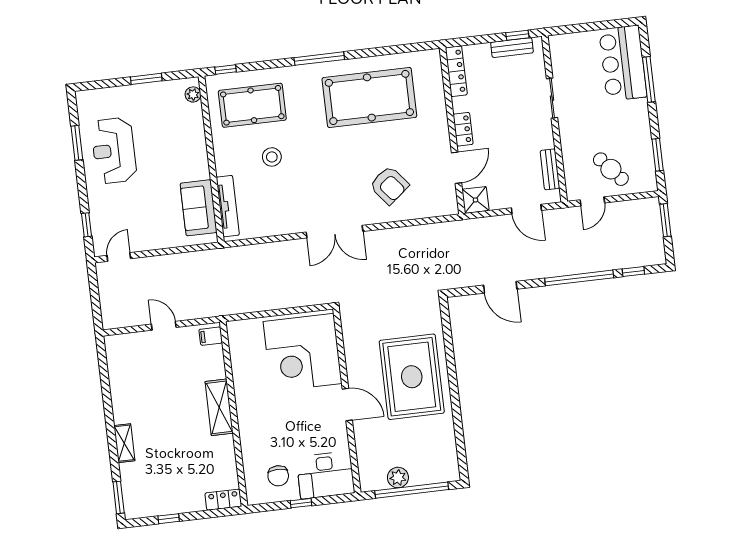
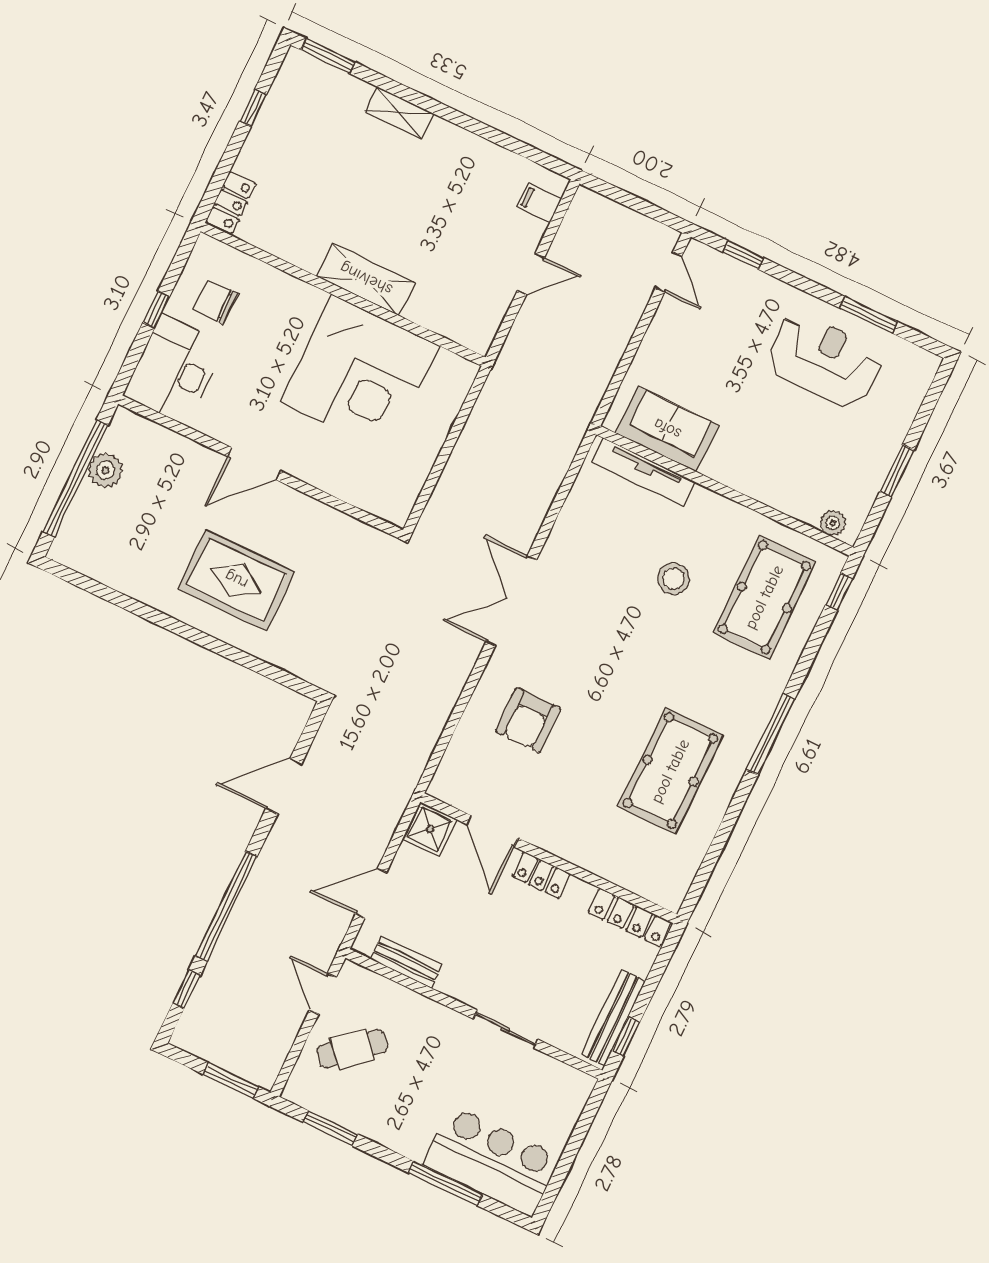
bench: (512, 48) -> (613, 1018), width x1.36
pool table: (369, 97) -> (670, 771), width x0.73, depth x0.76
armchair: (389, 185) -> (528, 720), turned -51
filing cabinet: (211, 336) -> (539, 203), moved, turned -90
corner desk: (303, 352) -> (360, 374), moved, turned 180
rug: (412, 377) -> (236, 580), width x0.73, depth x0.69

